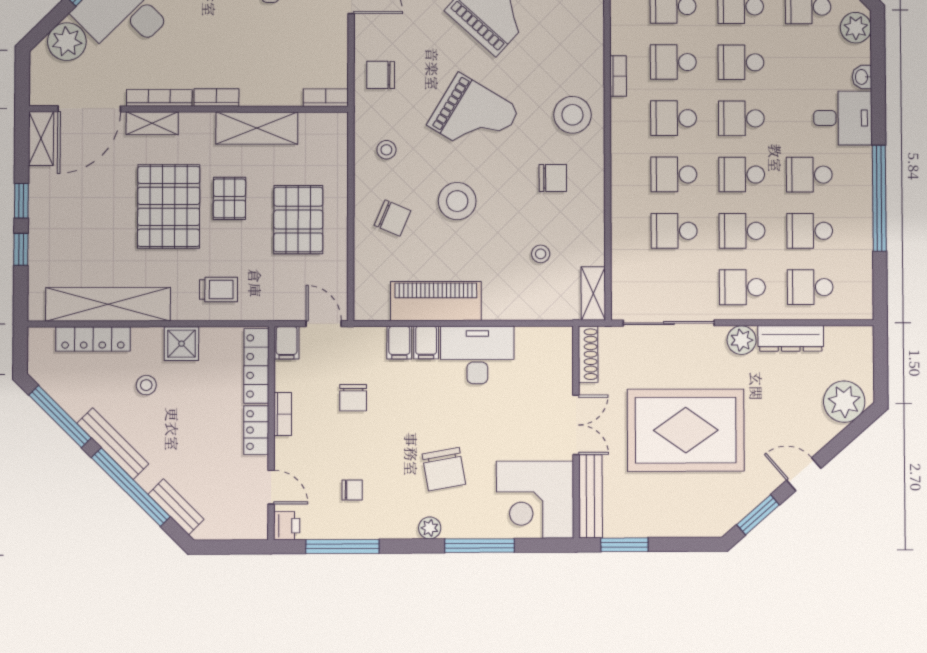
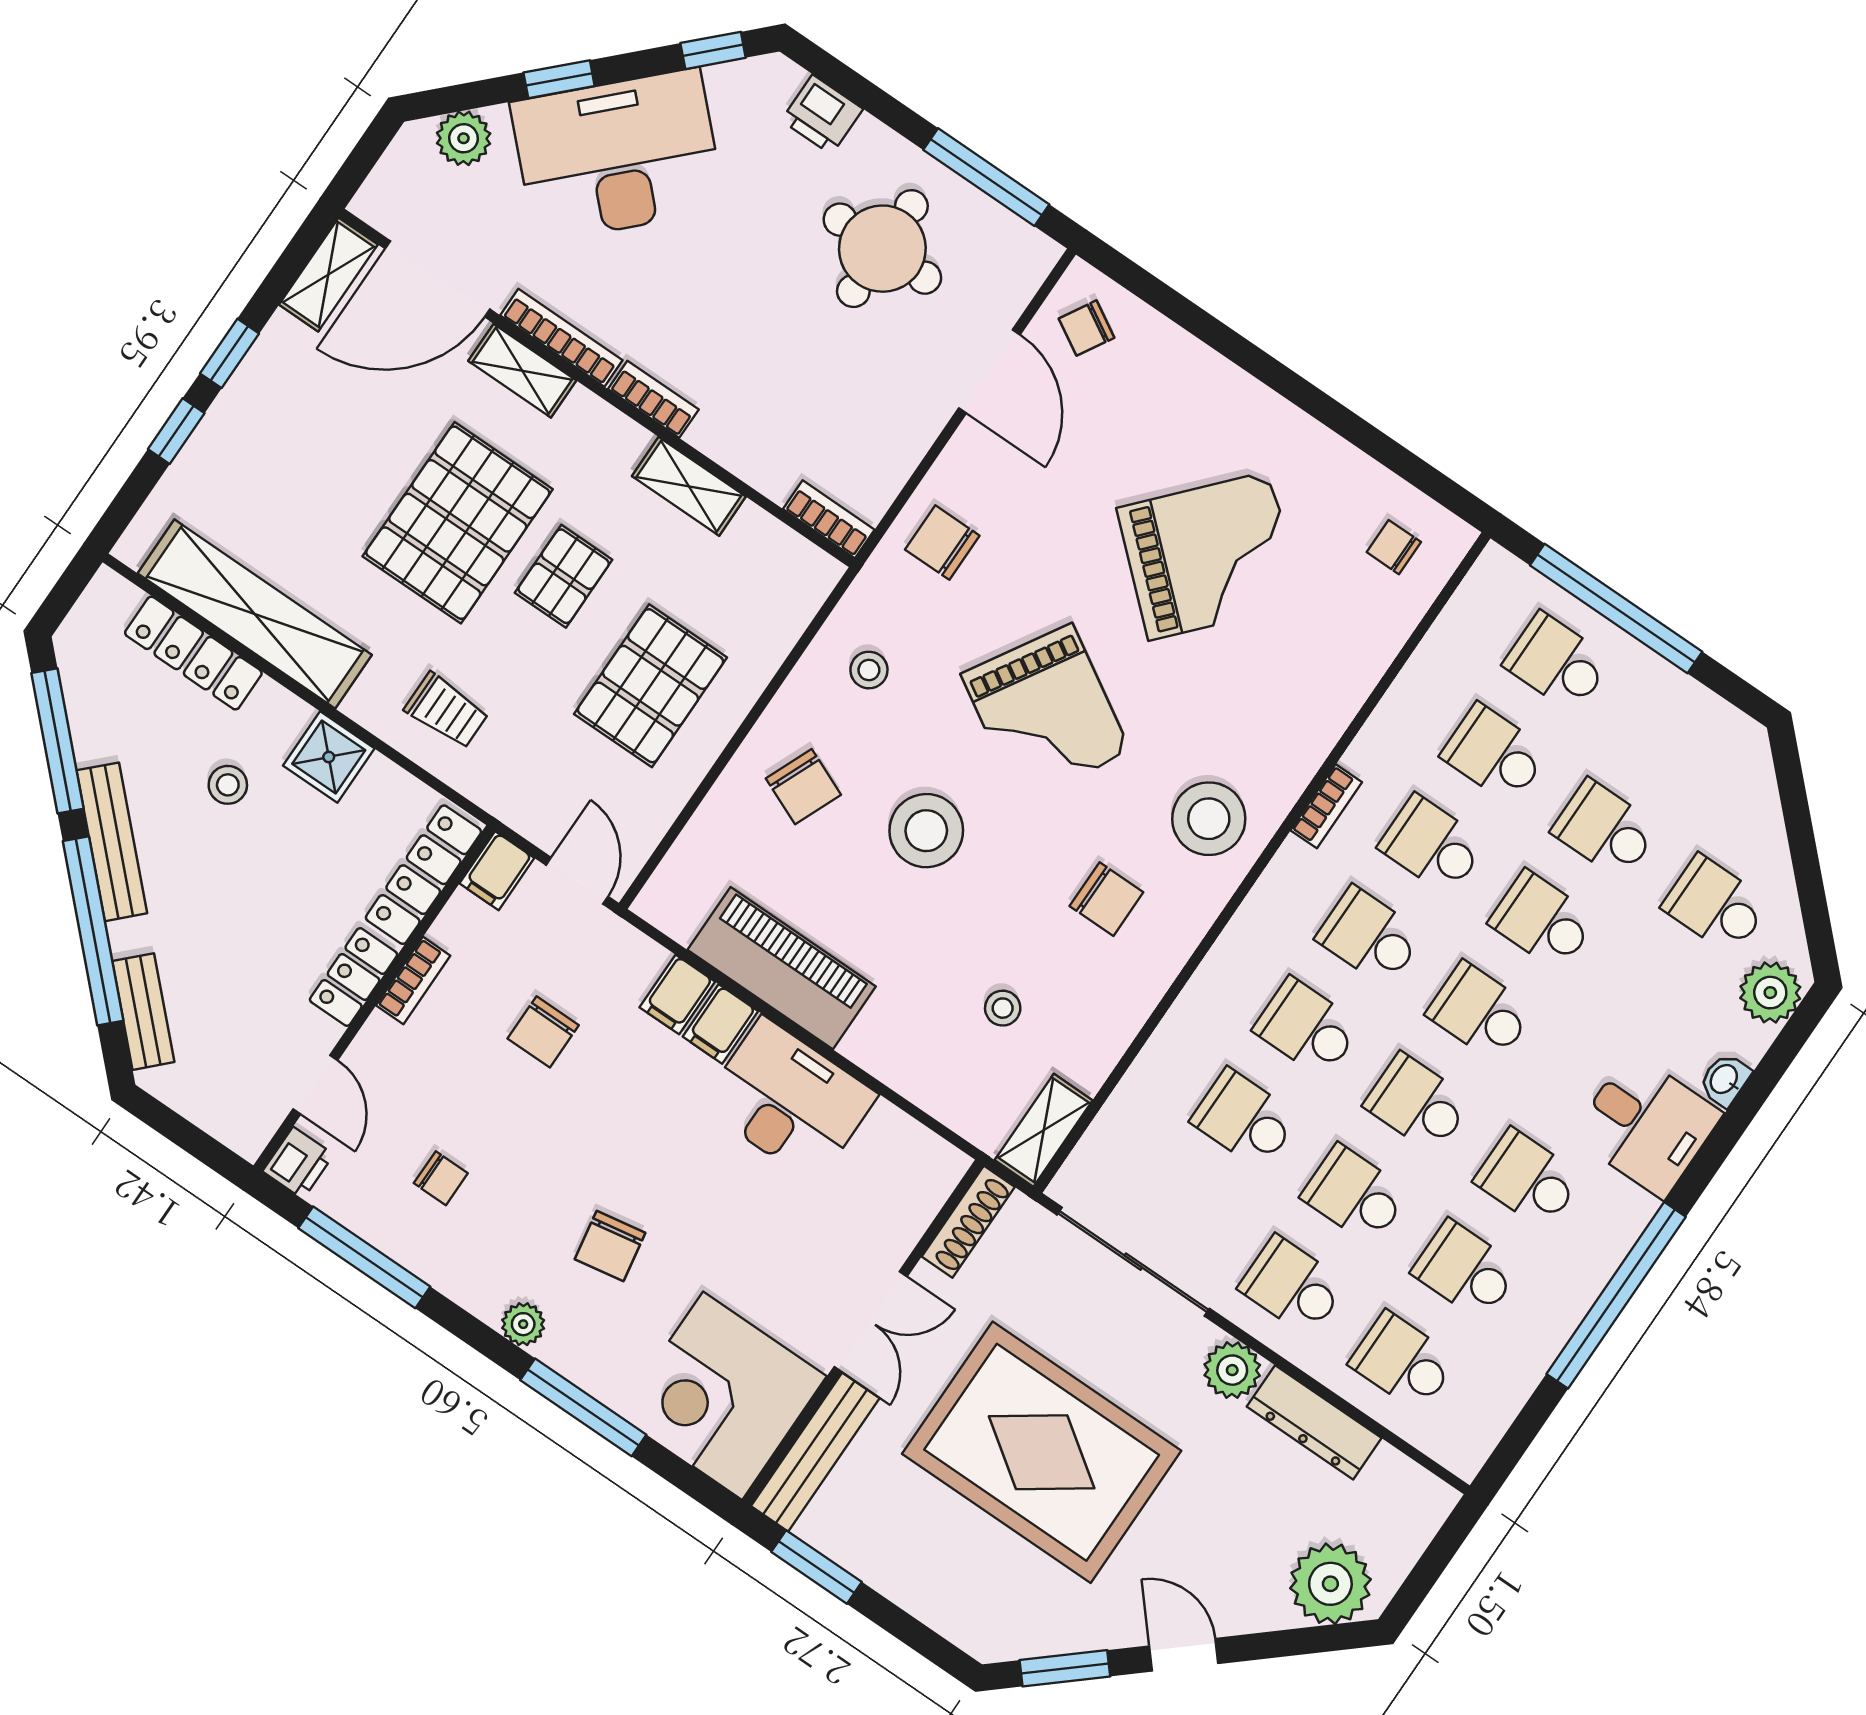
plant: (67, 42) -> (464, 138), width x0.73, depth x0.73
shelving: (257, 128) -> (689, 486), width x0.67, depth x0.75
chair: (444, 469) -> (610, 1246), width x0.73, depth x0.73

